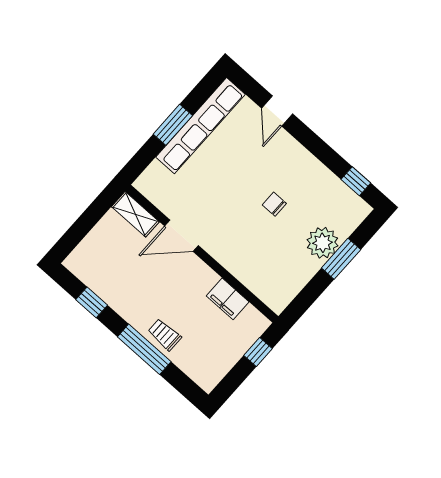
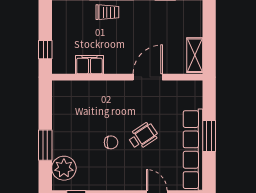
wheelchair: (238, 182) -> (143, 136), added
shelving: (135, 214) -> (195, 55), moved, turned 90
plant: (322, 243) -> (64, 168), moved

